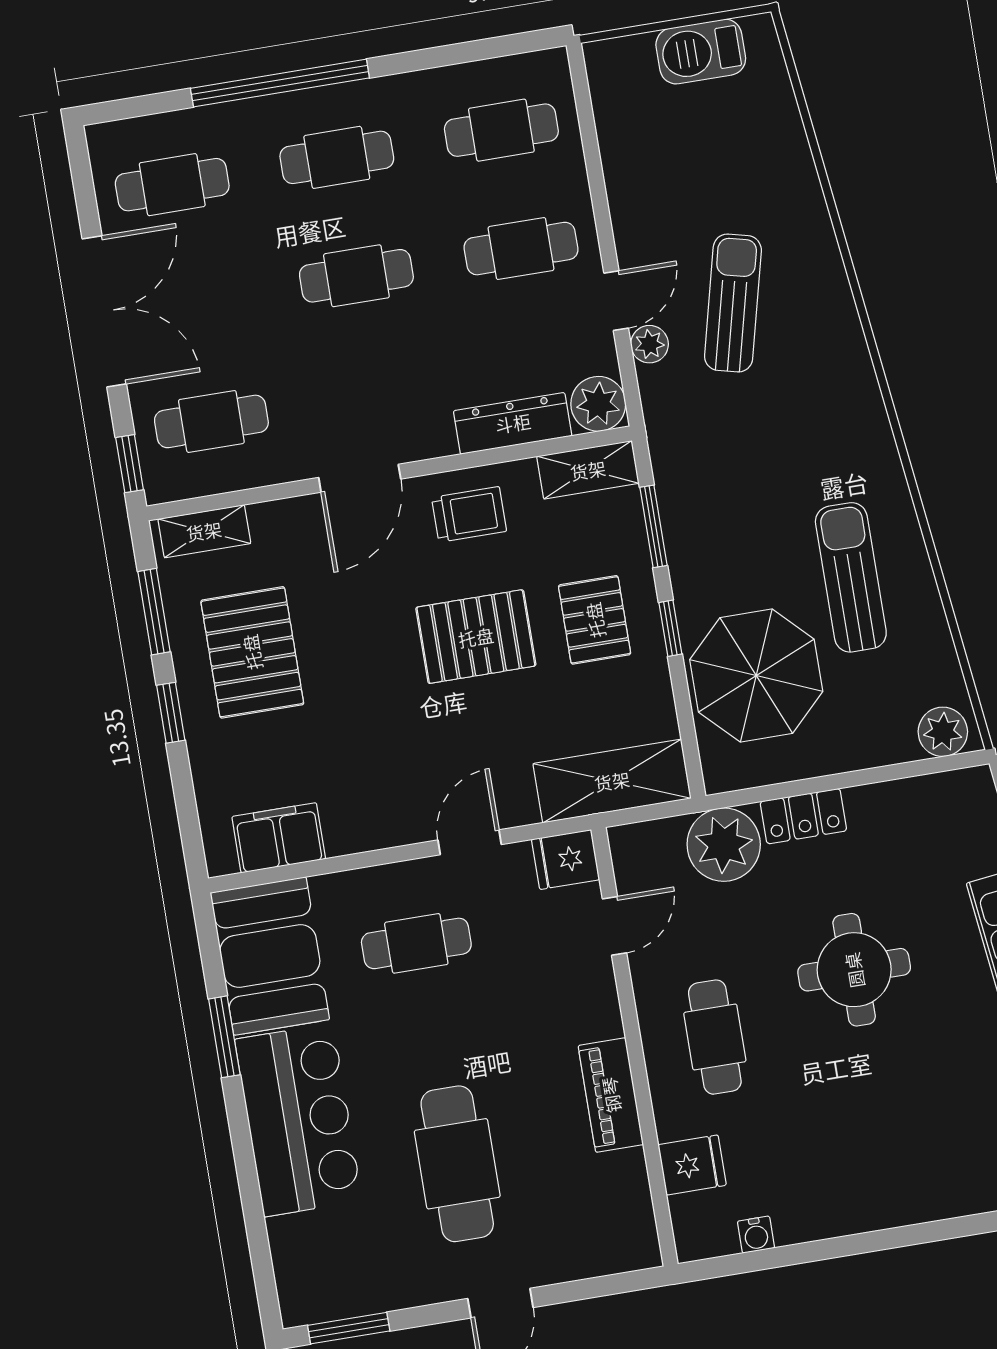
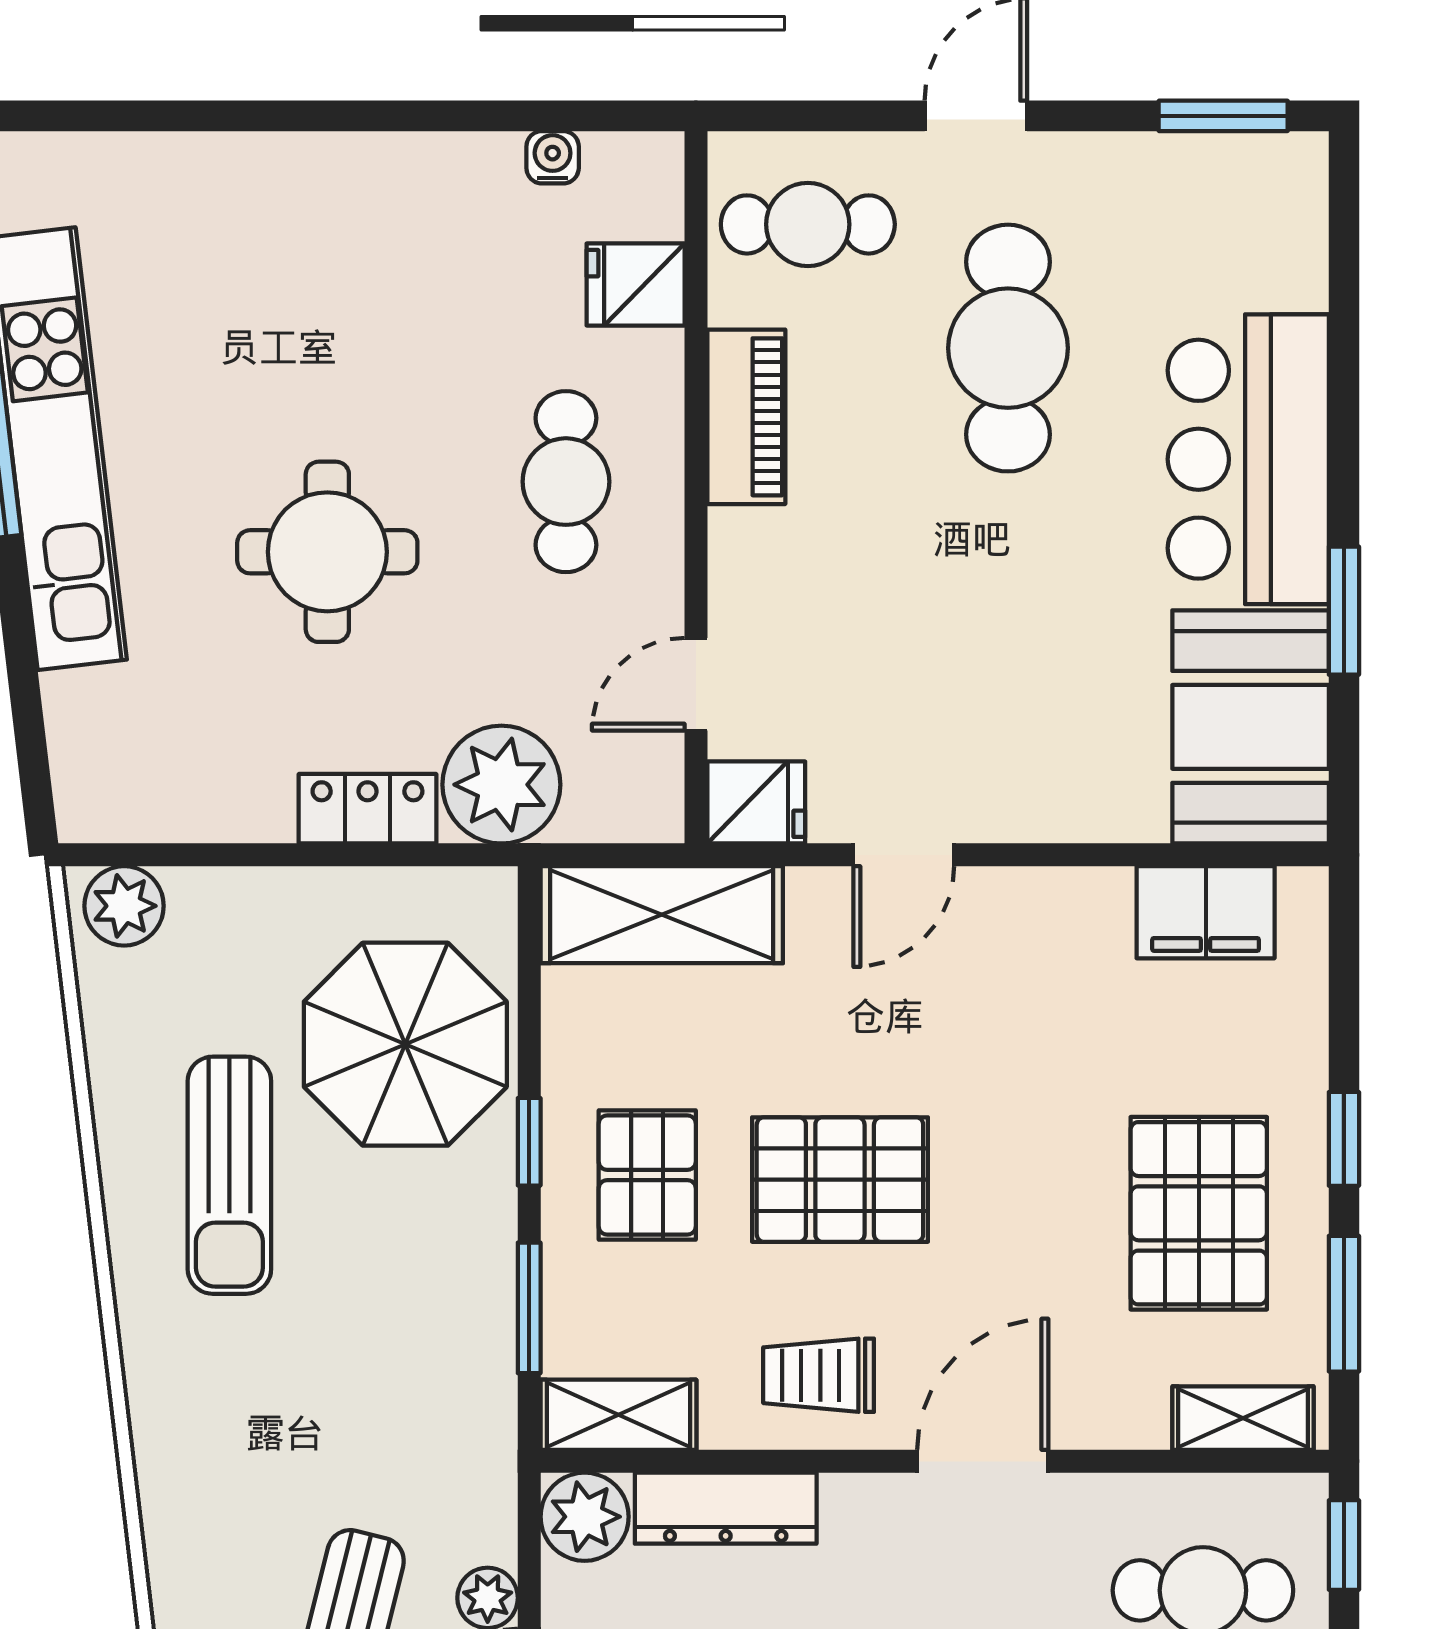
cafe table: (416, 943) -> (808, 224), moved

